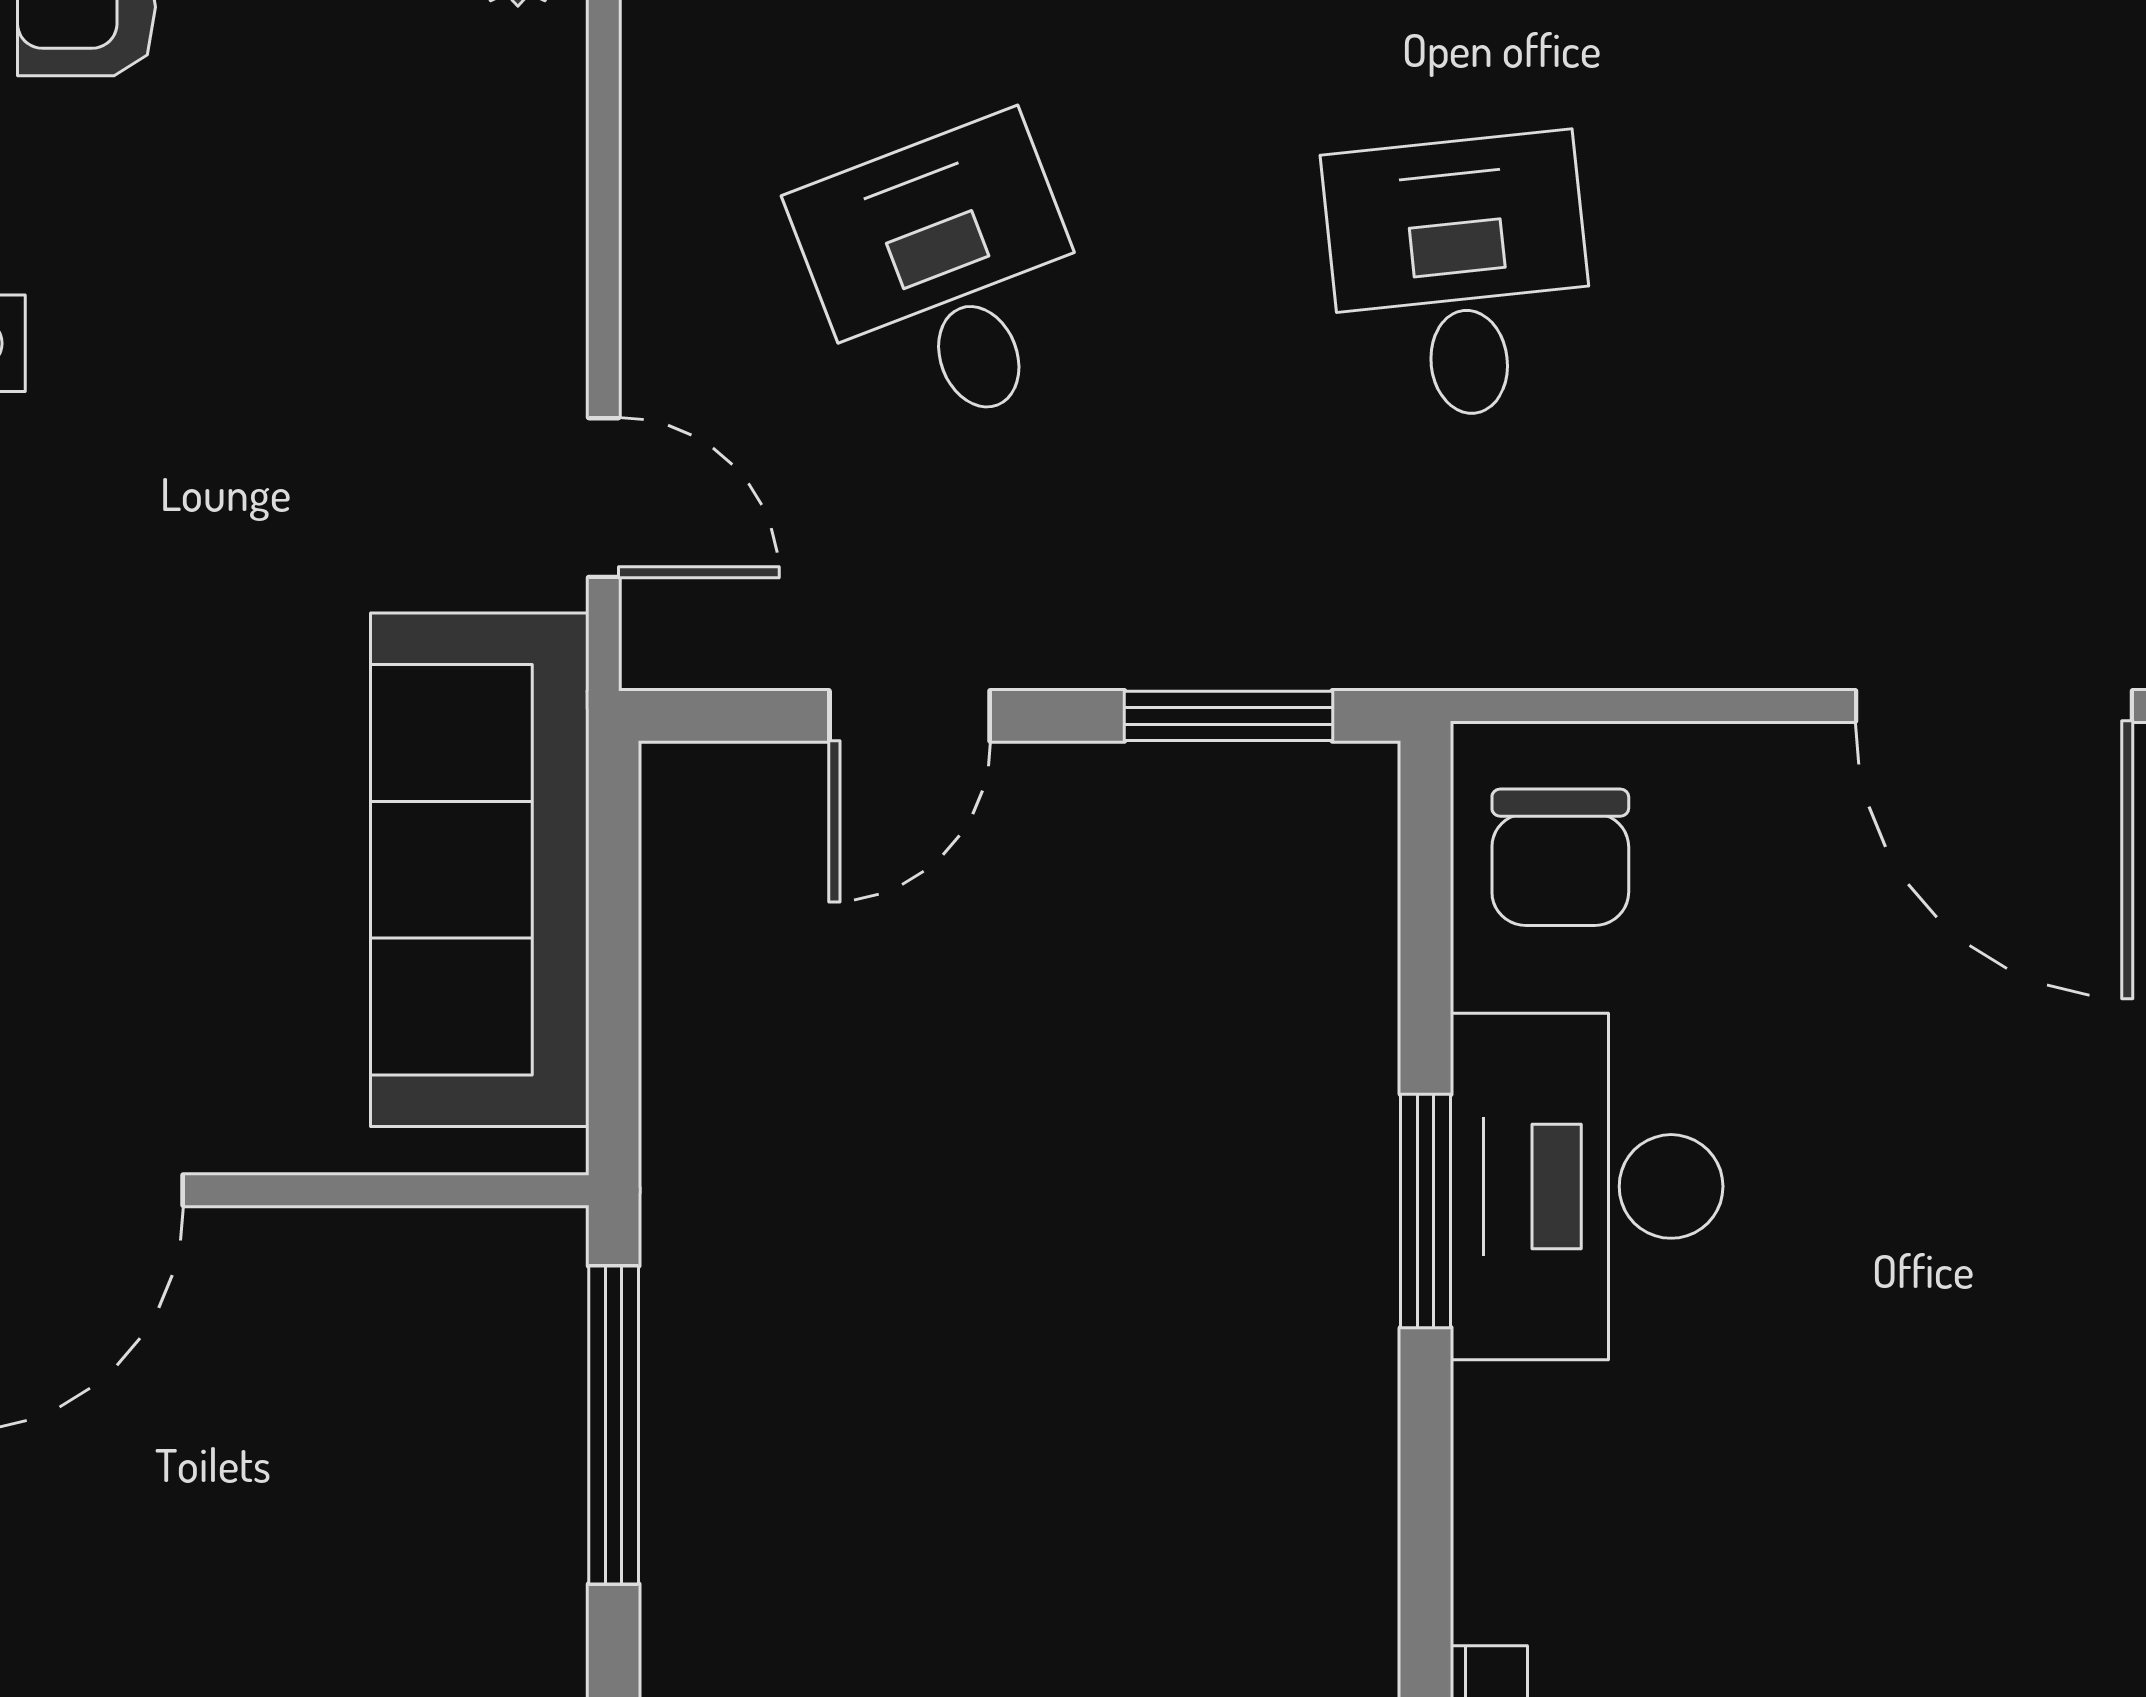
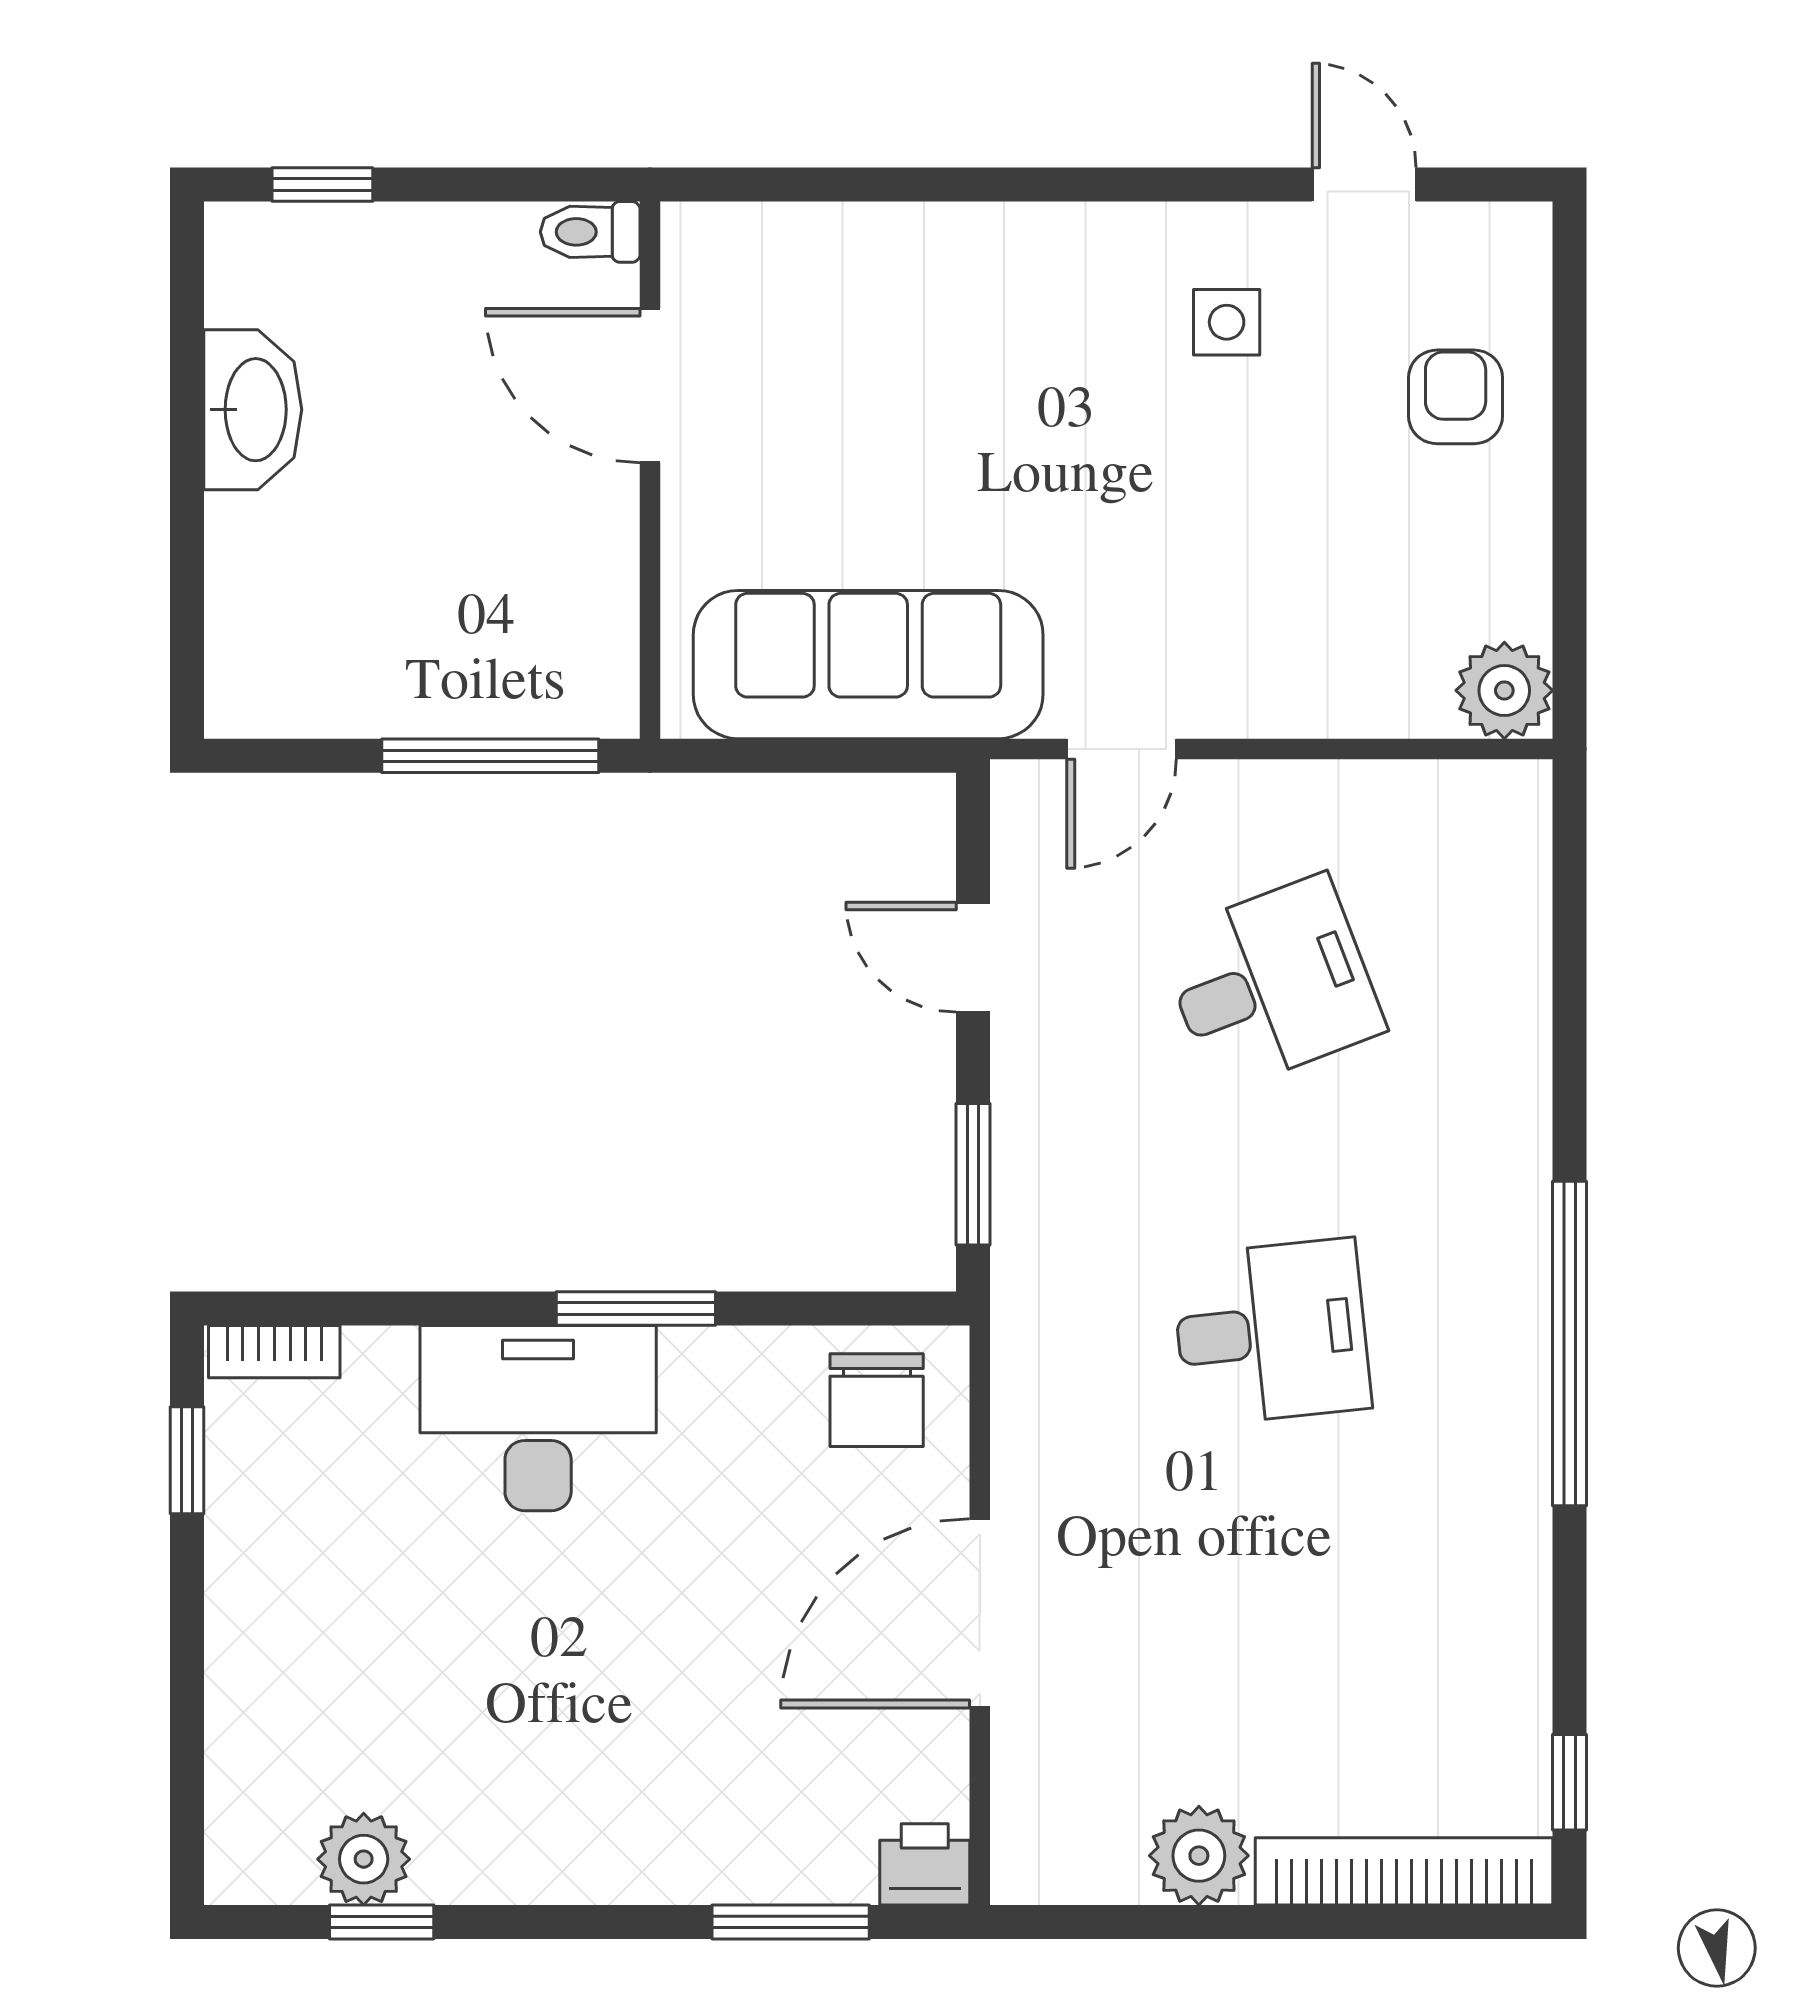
door: (1994, 706) -> (980, 1613), moved
chair: (1560, 857) -> (877, 1400), turned -90
desk: (1587, 1186) -> (538, 1418), moved

